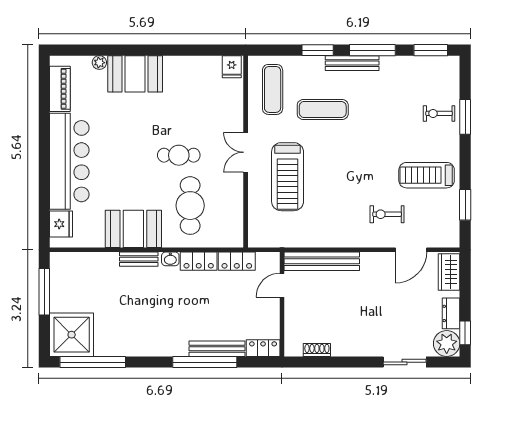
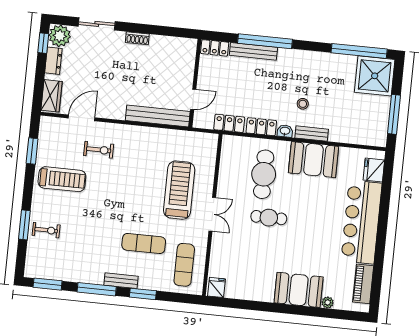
bench: (352, 63) -> (121, 281), width x0.73
stool: (153, 293) -> (303, 104), added
shoe rack: (317, 350) -> (137, 38), moved

